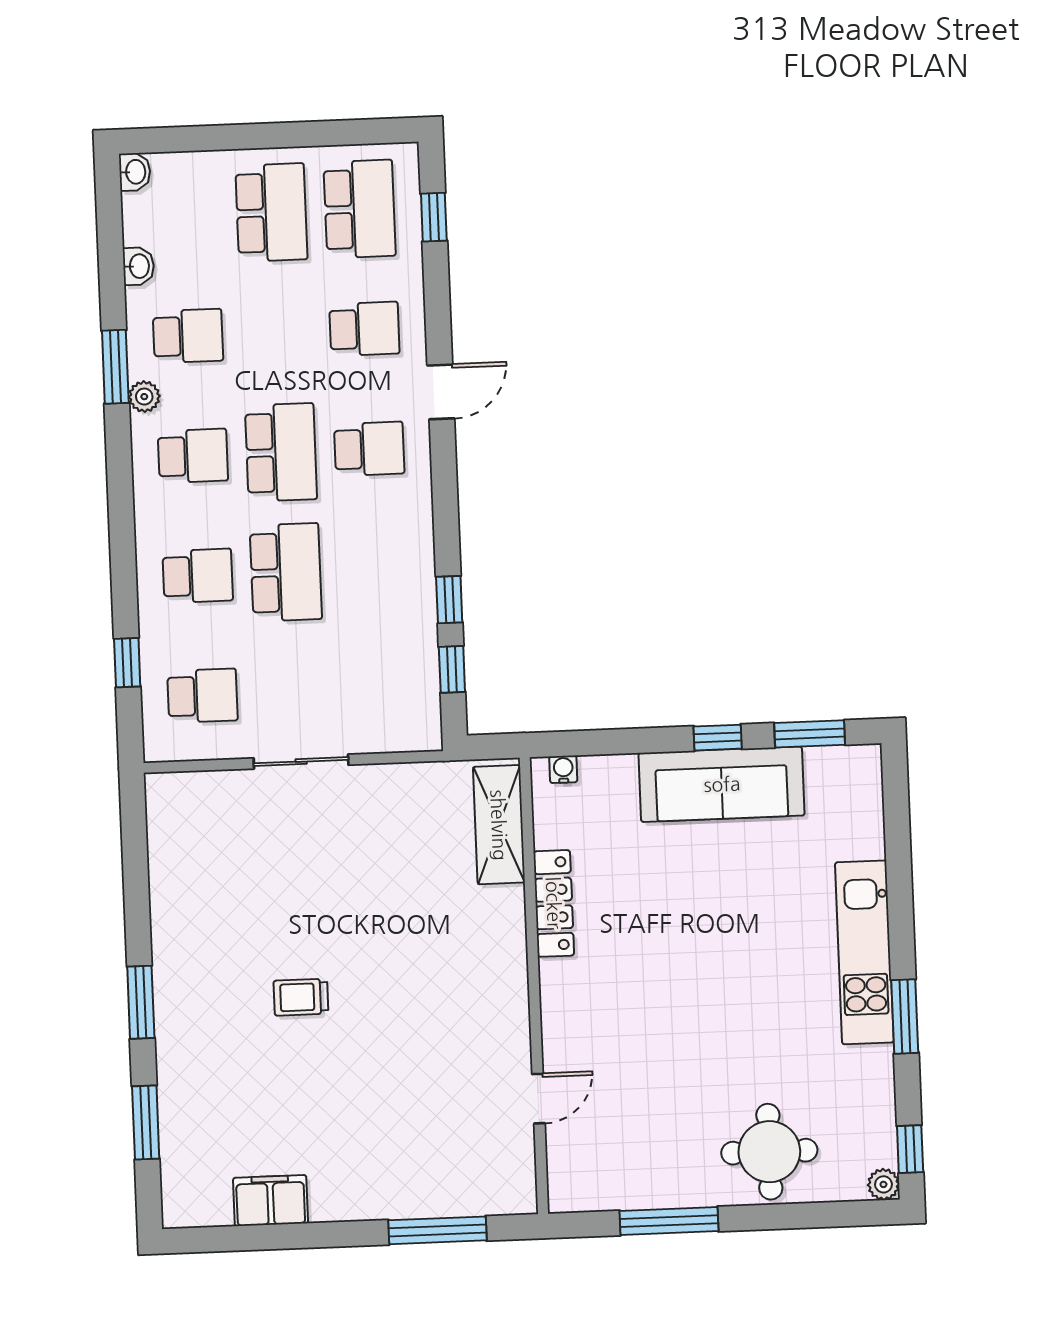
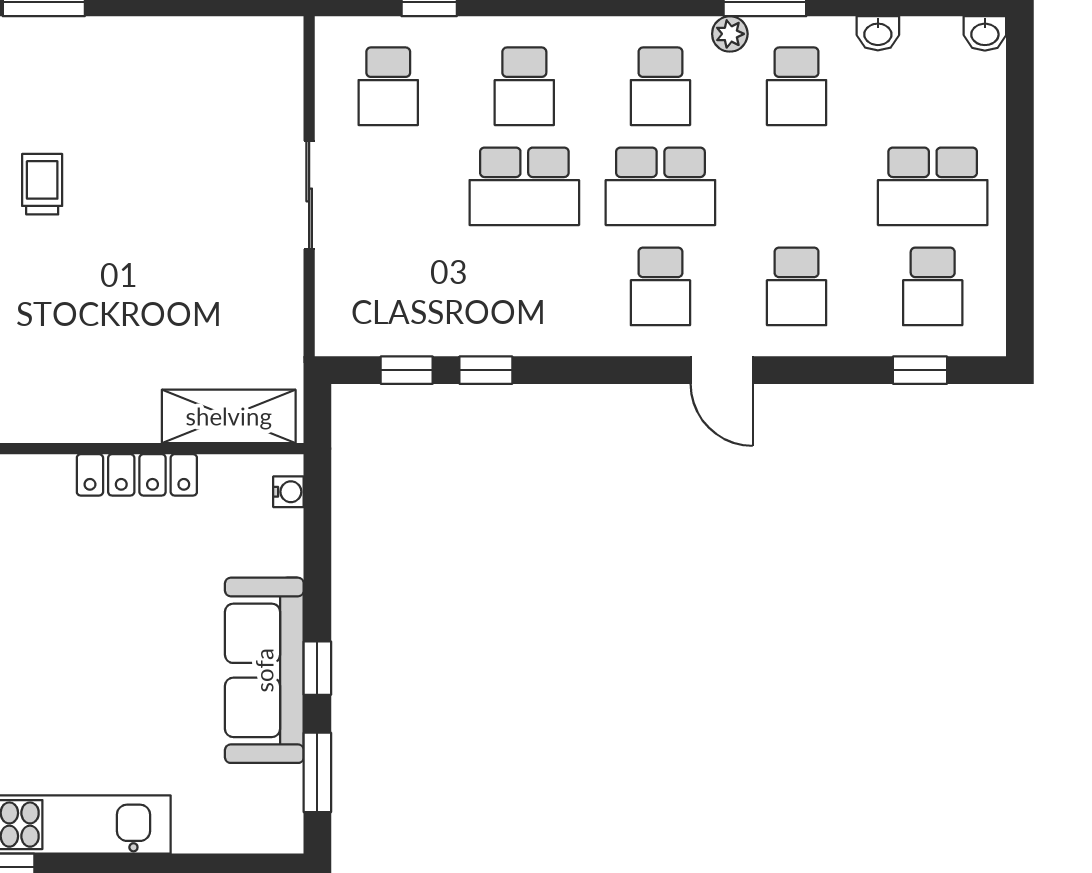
school desk: (360, 209) -> (933, 286), width x0.54

